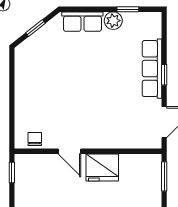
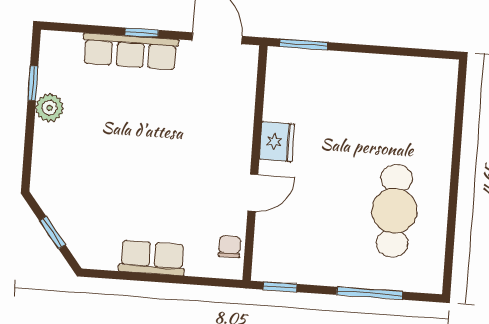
row of seats: (82, 22) -> (152, 258), moved, turned -90
chair: (35, 139) -> (229, 247), turned 90
fridge: (102, 168) -> (277, 142), width x0.73, depth x0.75

